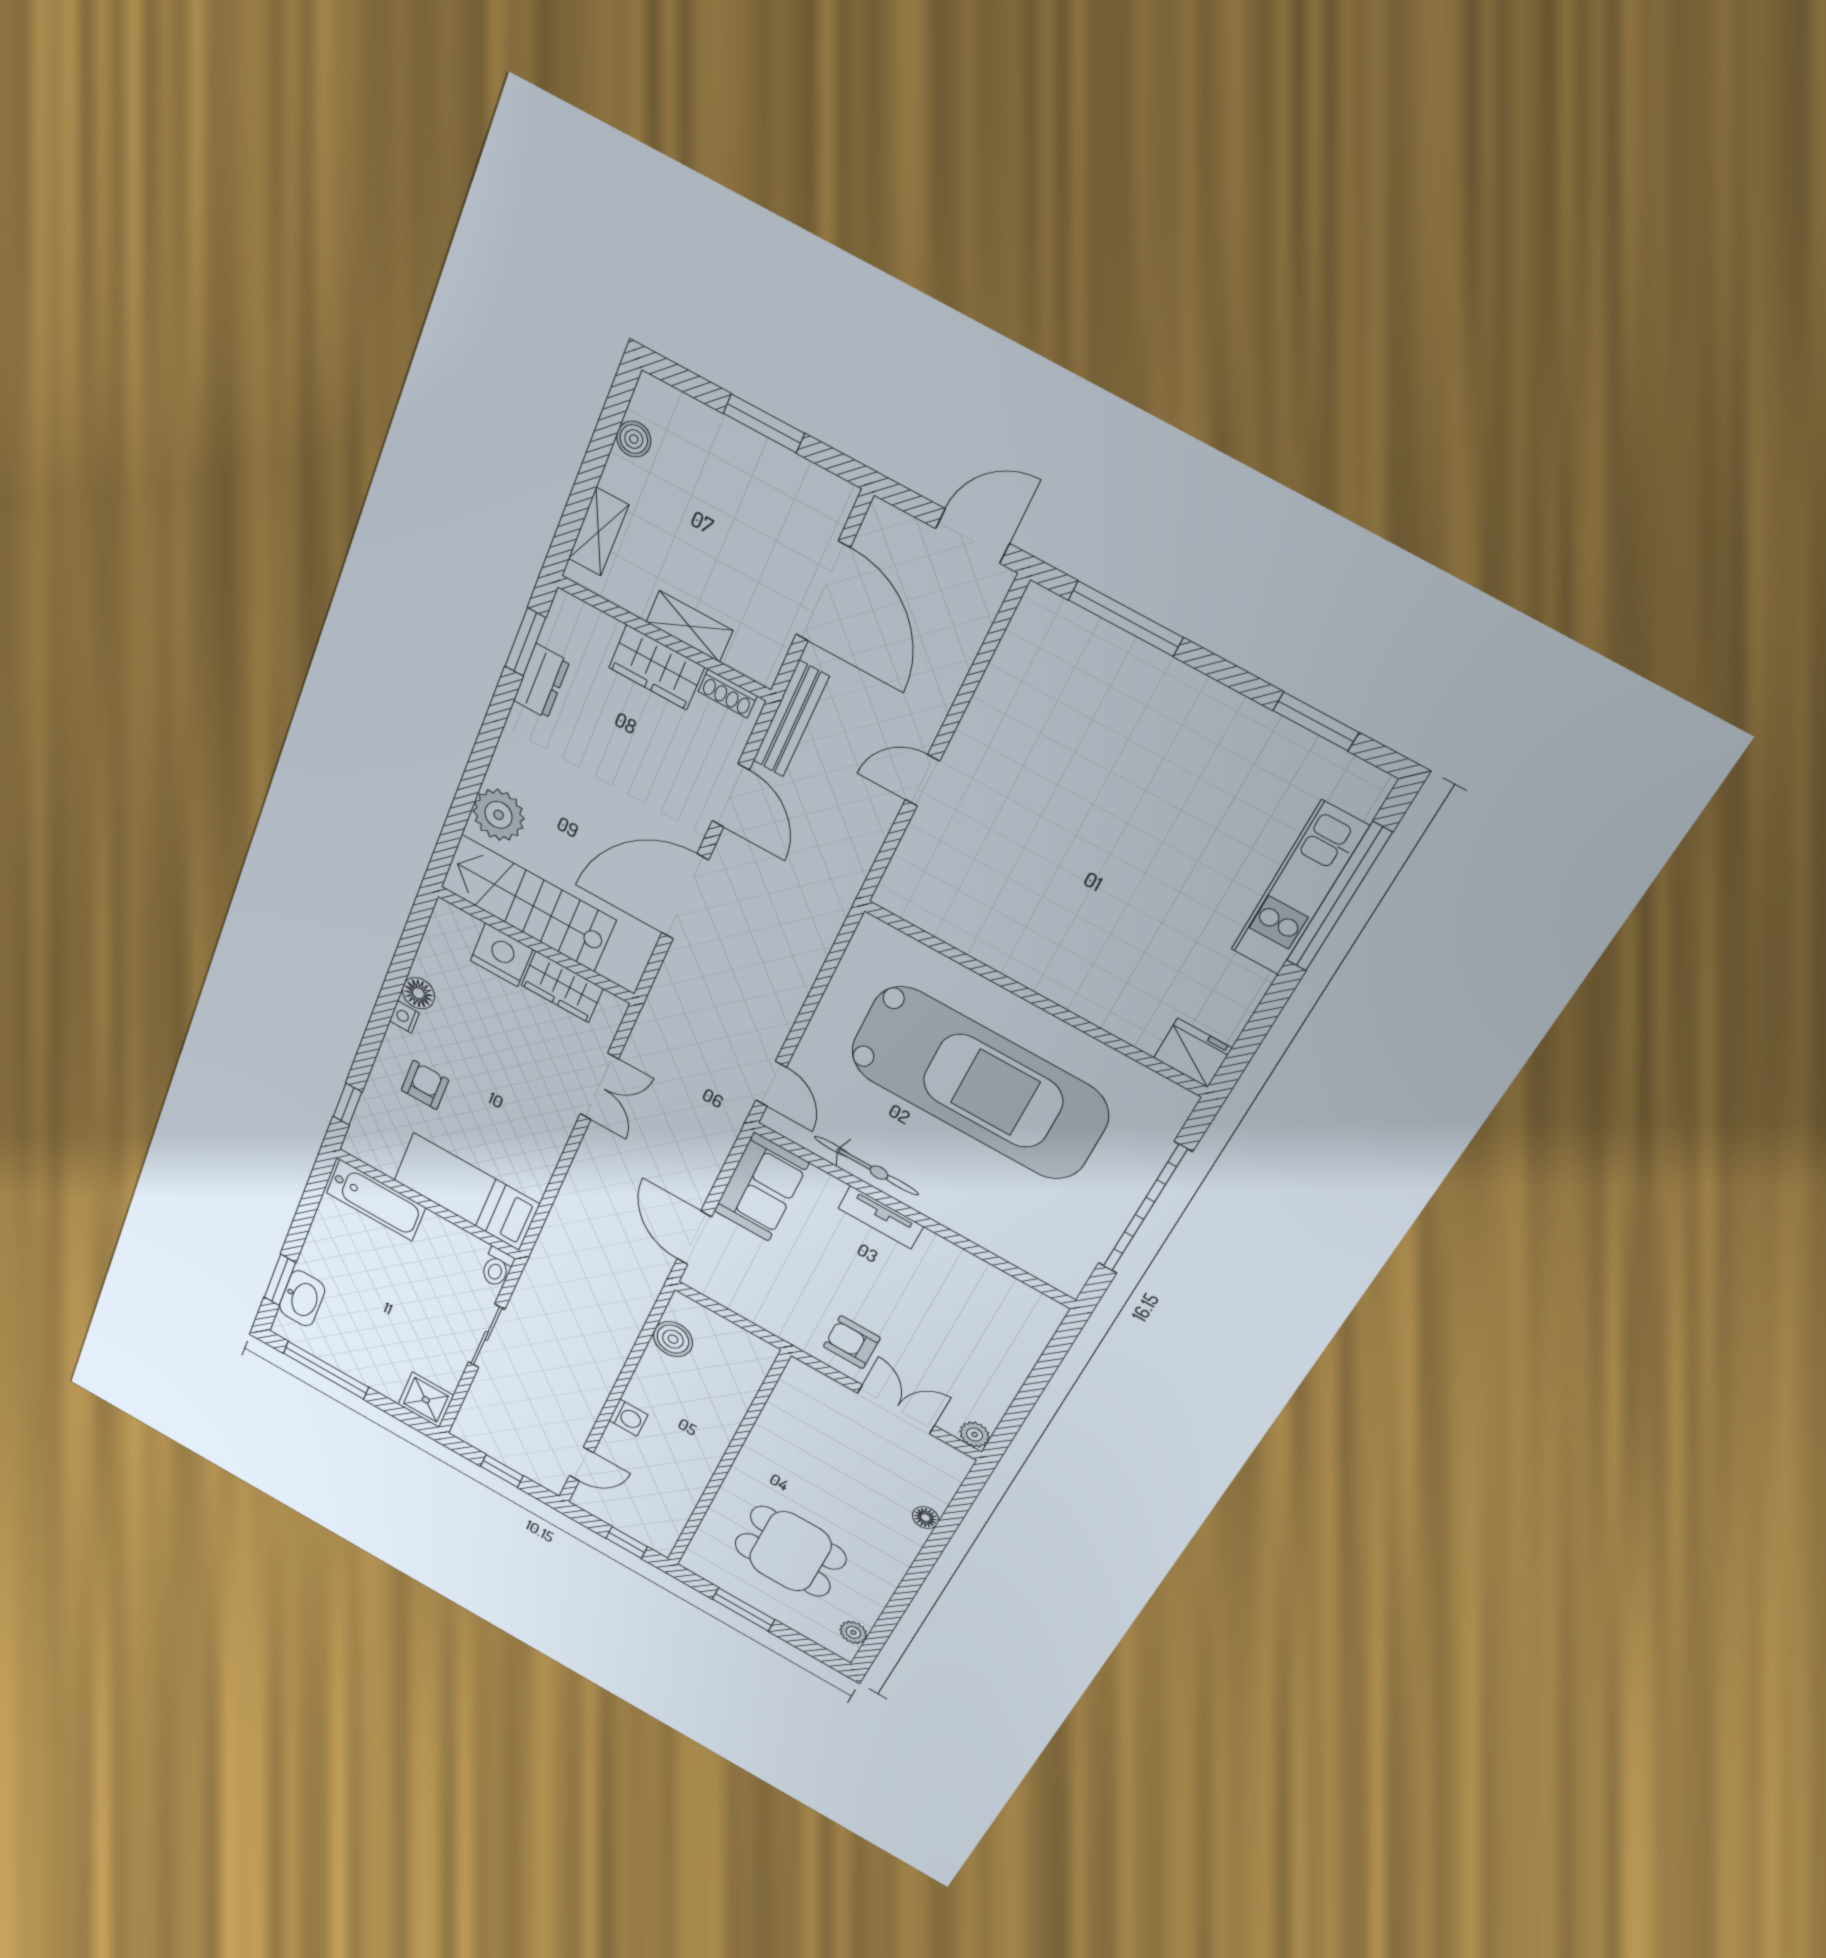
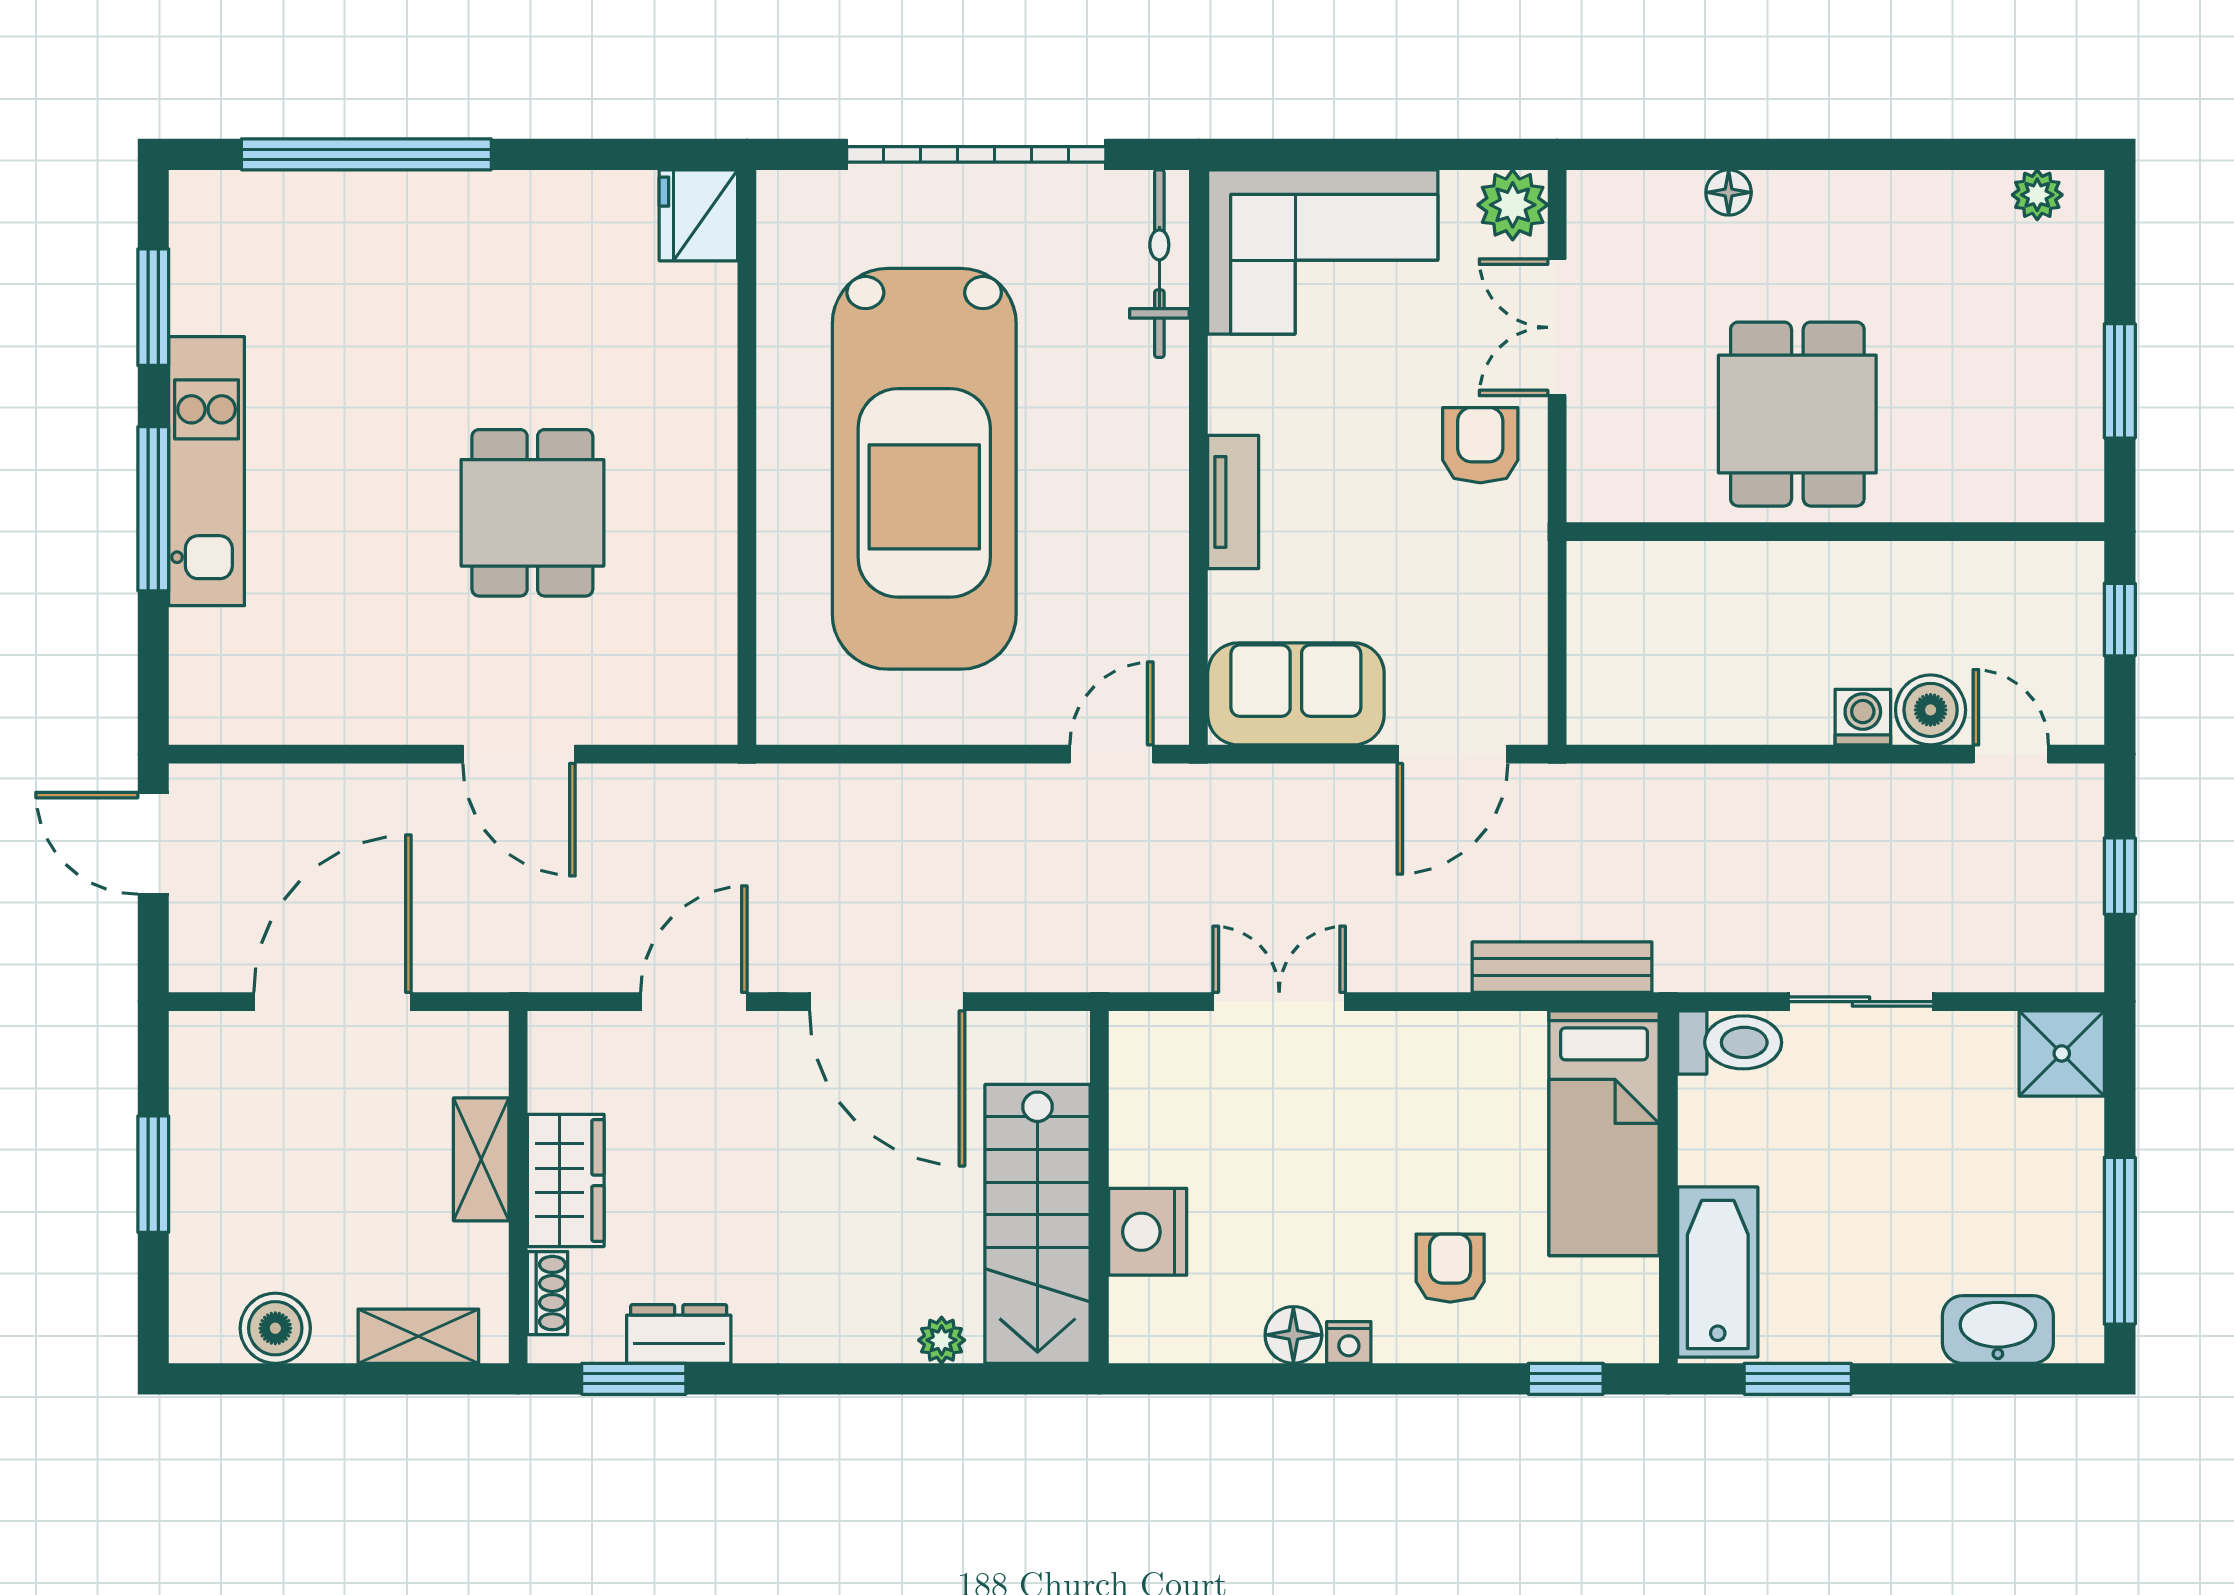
boiler: (634, 439) -> (275, 1328), width x1.36, depth x1.36
window: (1126, 619) -> (153, 509), moved
shoe rack: (728, 694) -> (548, 1293), moved
bench: (791, 719) -> (1562, 967), moved
door: (922, 780) -> (519, 754), width x1.38
plant: (499, 815) -> (942, 1340), width x0.53, depth x0.53
dining table: (1064, 868) -> (532, 513), added
kitchen unit: (1299, 888) -> (207, 471), moved, turned -90
wardrobe: (562, 987) -> (1144, 1122), removed
car: (979, 1083) -> (924, 469), turned 180
armchair: (425, 1085) -> (1450, 1268), turned 90
bicycle: (866, 1166) -> (1159, 264), moved
toilet: (497, 1267) -> (1730, 1042), width x1.37, depth x1.39
window: (280, 1280) -> (1798, 1379), moved
corner sofa: (995, 1334) -> (1323, 252), added
boiler: (673, 1339) -> (1931, 710), moved
armchair: (852, 1342) -> (1480, 445), turned 180
plant: (975, 1435) -> (1513, 205), width x1.38, depth x1.38
dining table: (790, 1551) -> (1797, 414), moved

